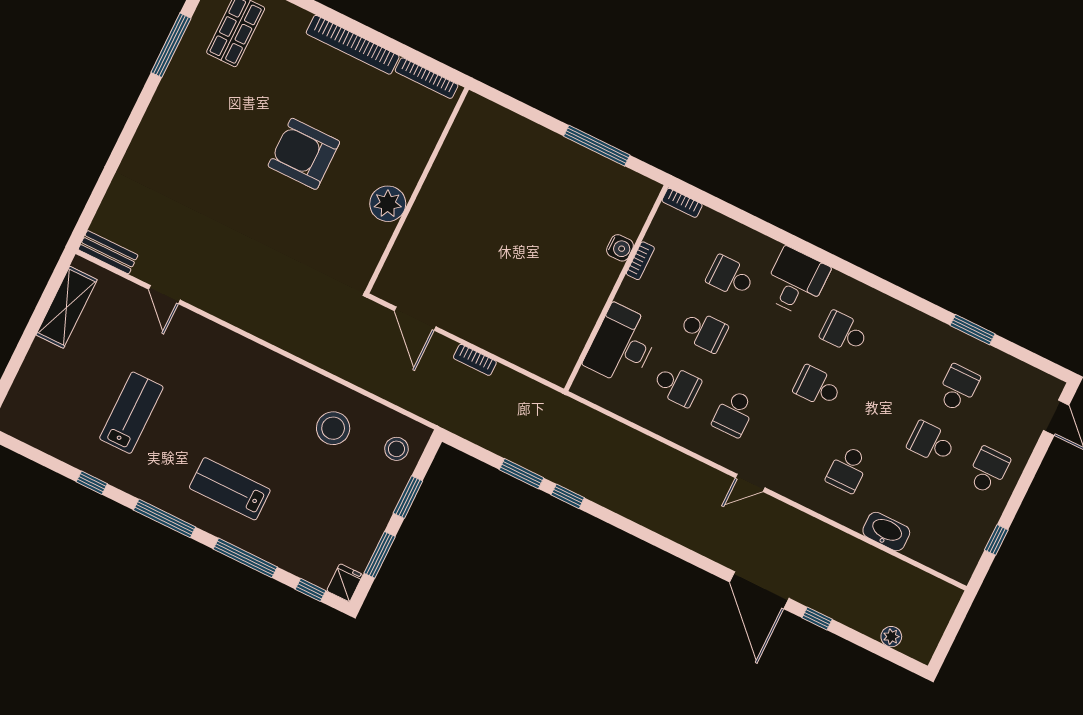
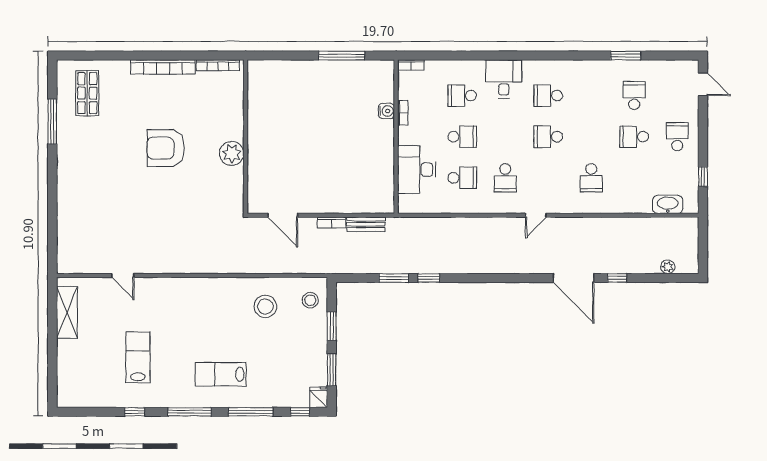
bench: (108, 252) -> (366, 224), moved
washbasin: (886, 532) -> (668, 204), moved

